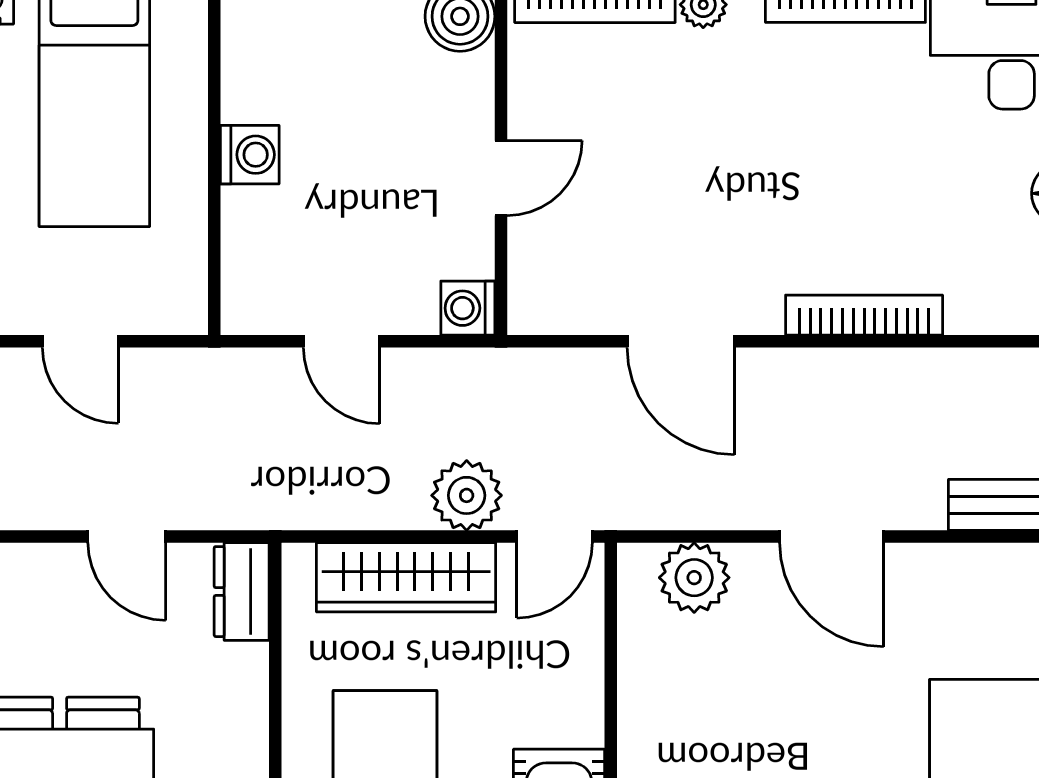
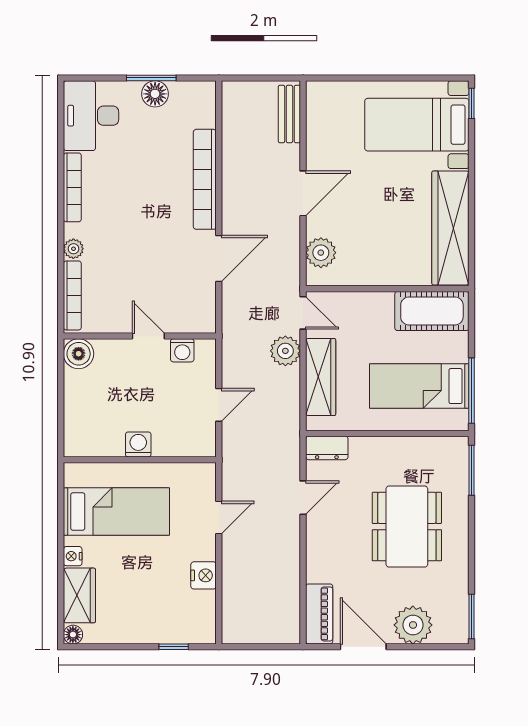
washing machine: (468, 308) -> (182, 350), moved
bookcase: (864, 315) -> (205, 179), width x1.48, depth x1.31

